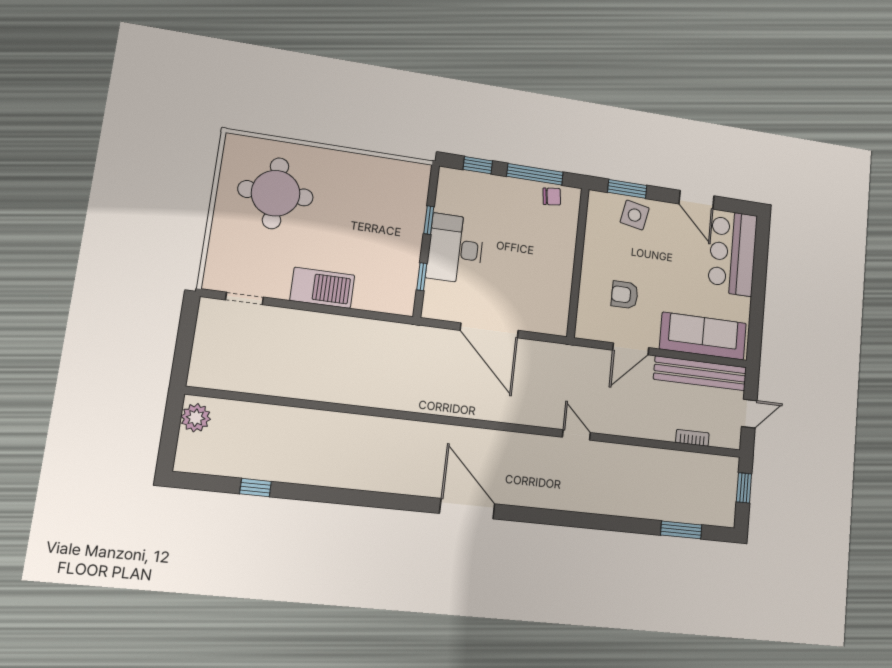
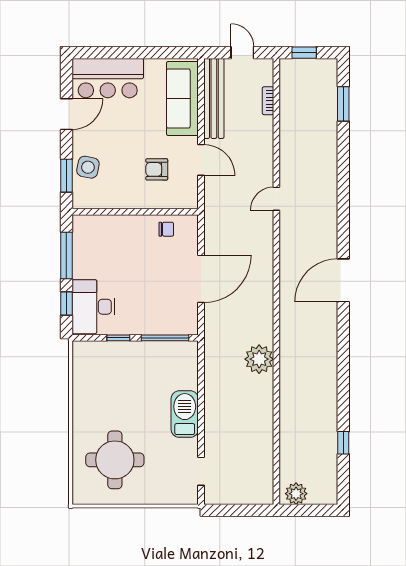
chair: (552, 196) -> (166, 229), moved, turned 97
desk: (455, 249) -> (93, 307), moved, turned 90
window: (422, 277) -> (165, 338), width x2.17
armchair: (625, 295) -> (157, 169), turned 90
plant: (380, 390) -> (259, 359), added

